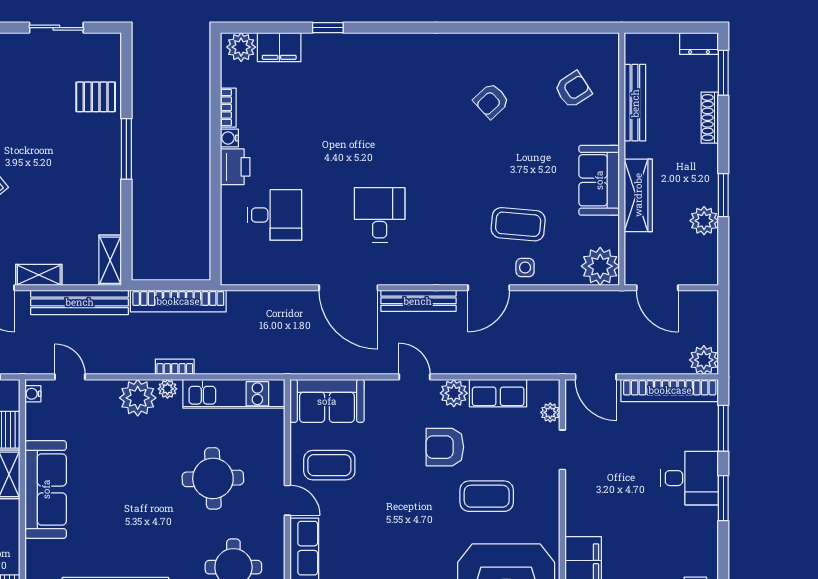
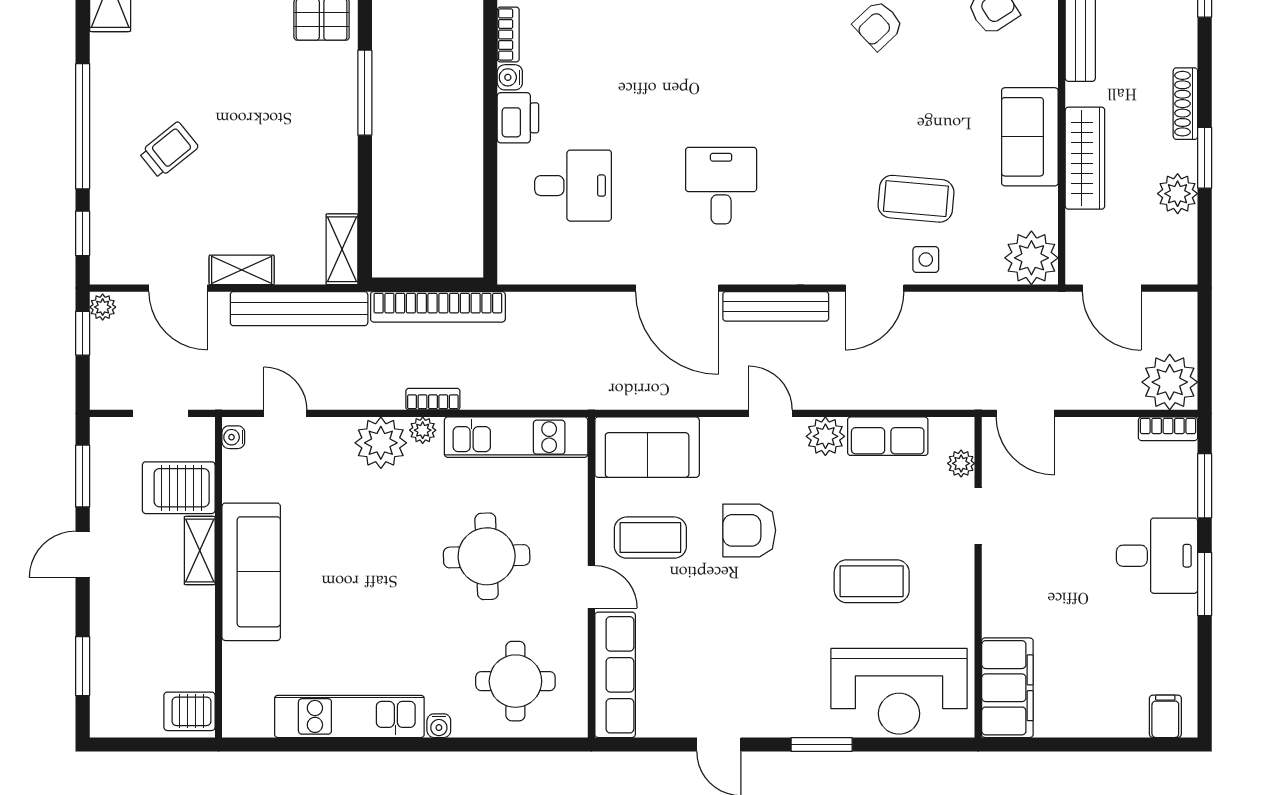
shoe rack: (710, 118) -> (1185, 104), moved
plant: (704, 360) -> (1170, 382), width x1.36, depth x1.36
bookcase: (670, 390) -> (1168, 429), width x0.43, depth x0.76
armchair: (445, 447) -> (749, 530), moved

